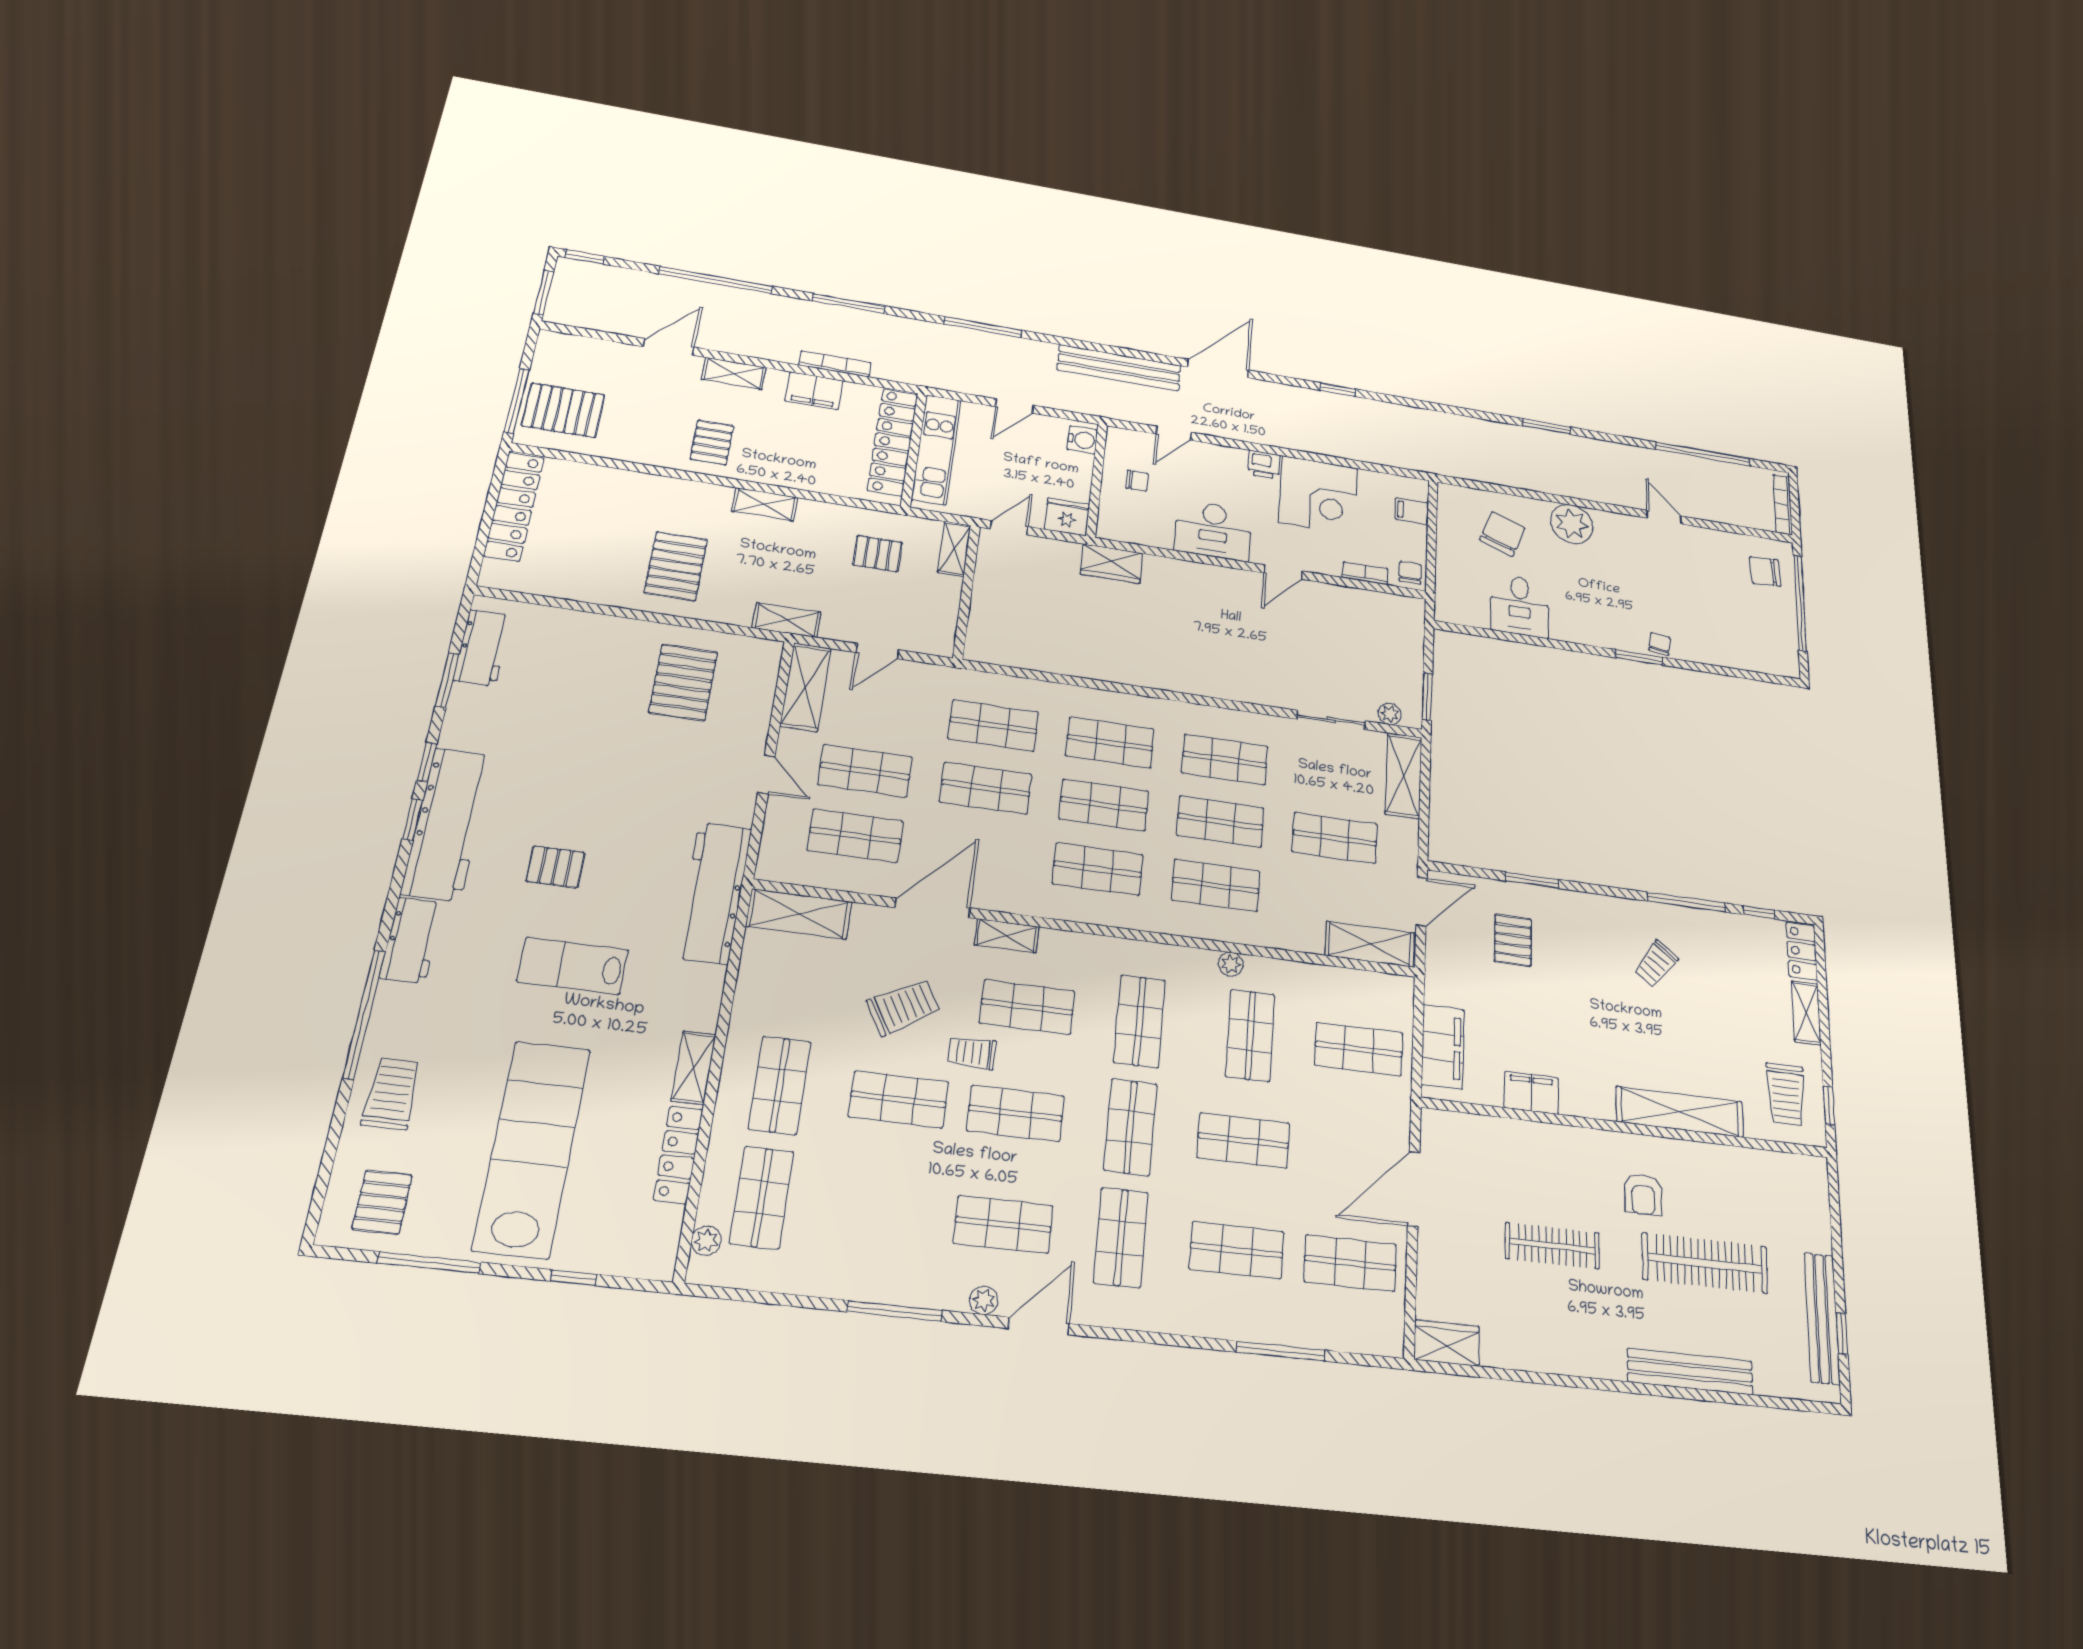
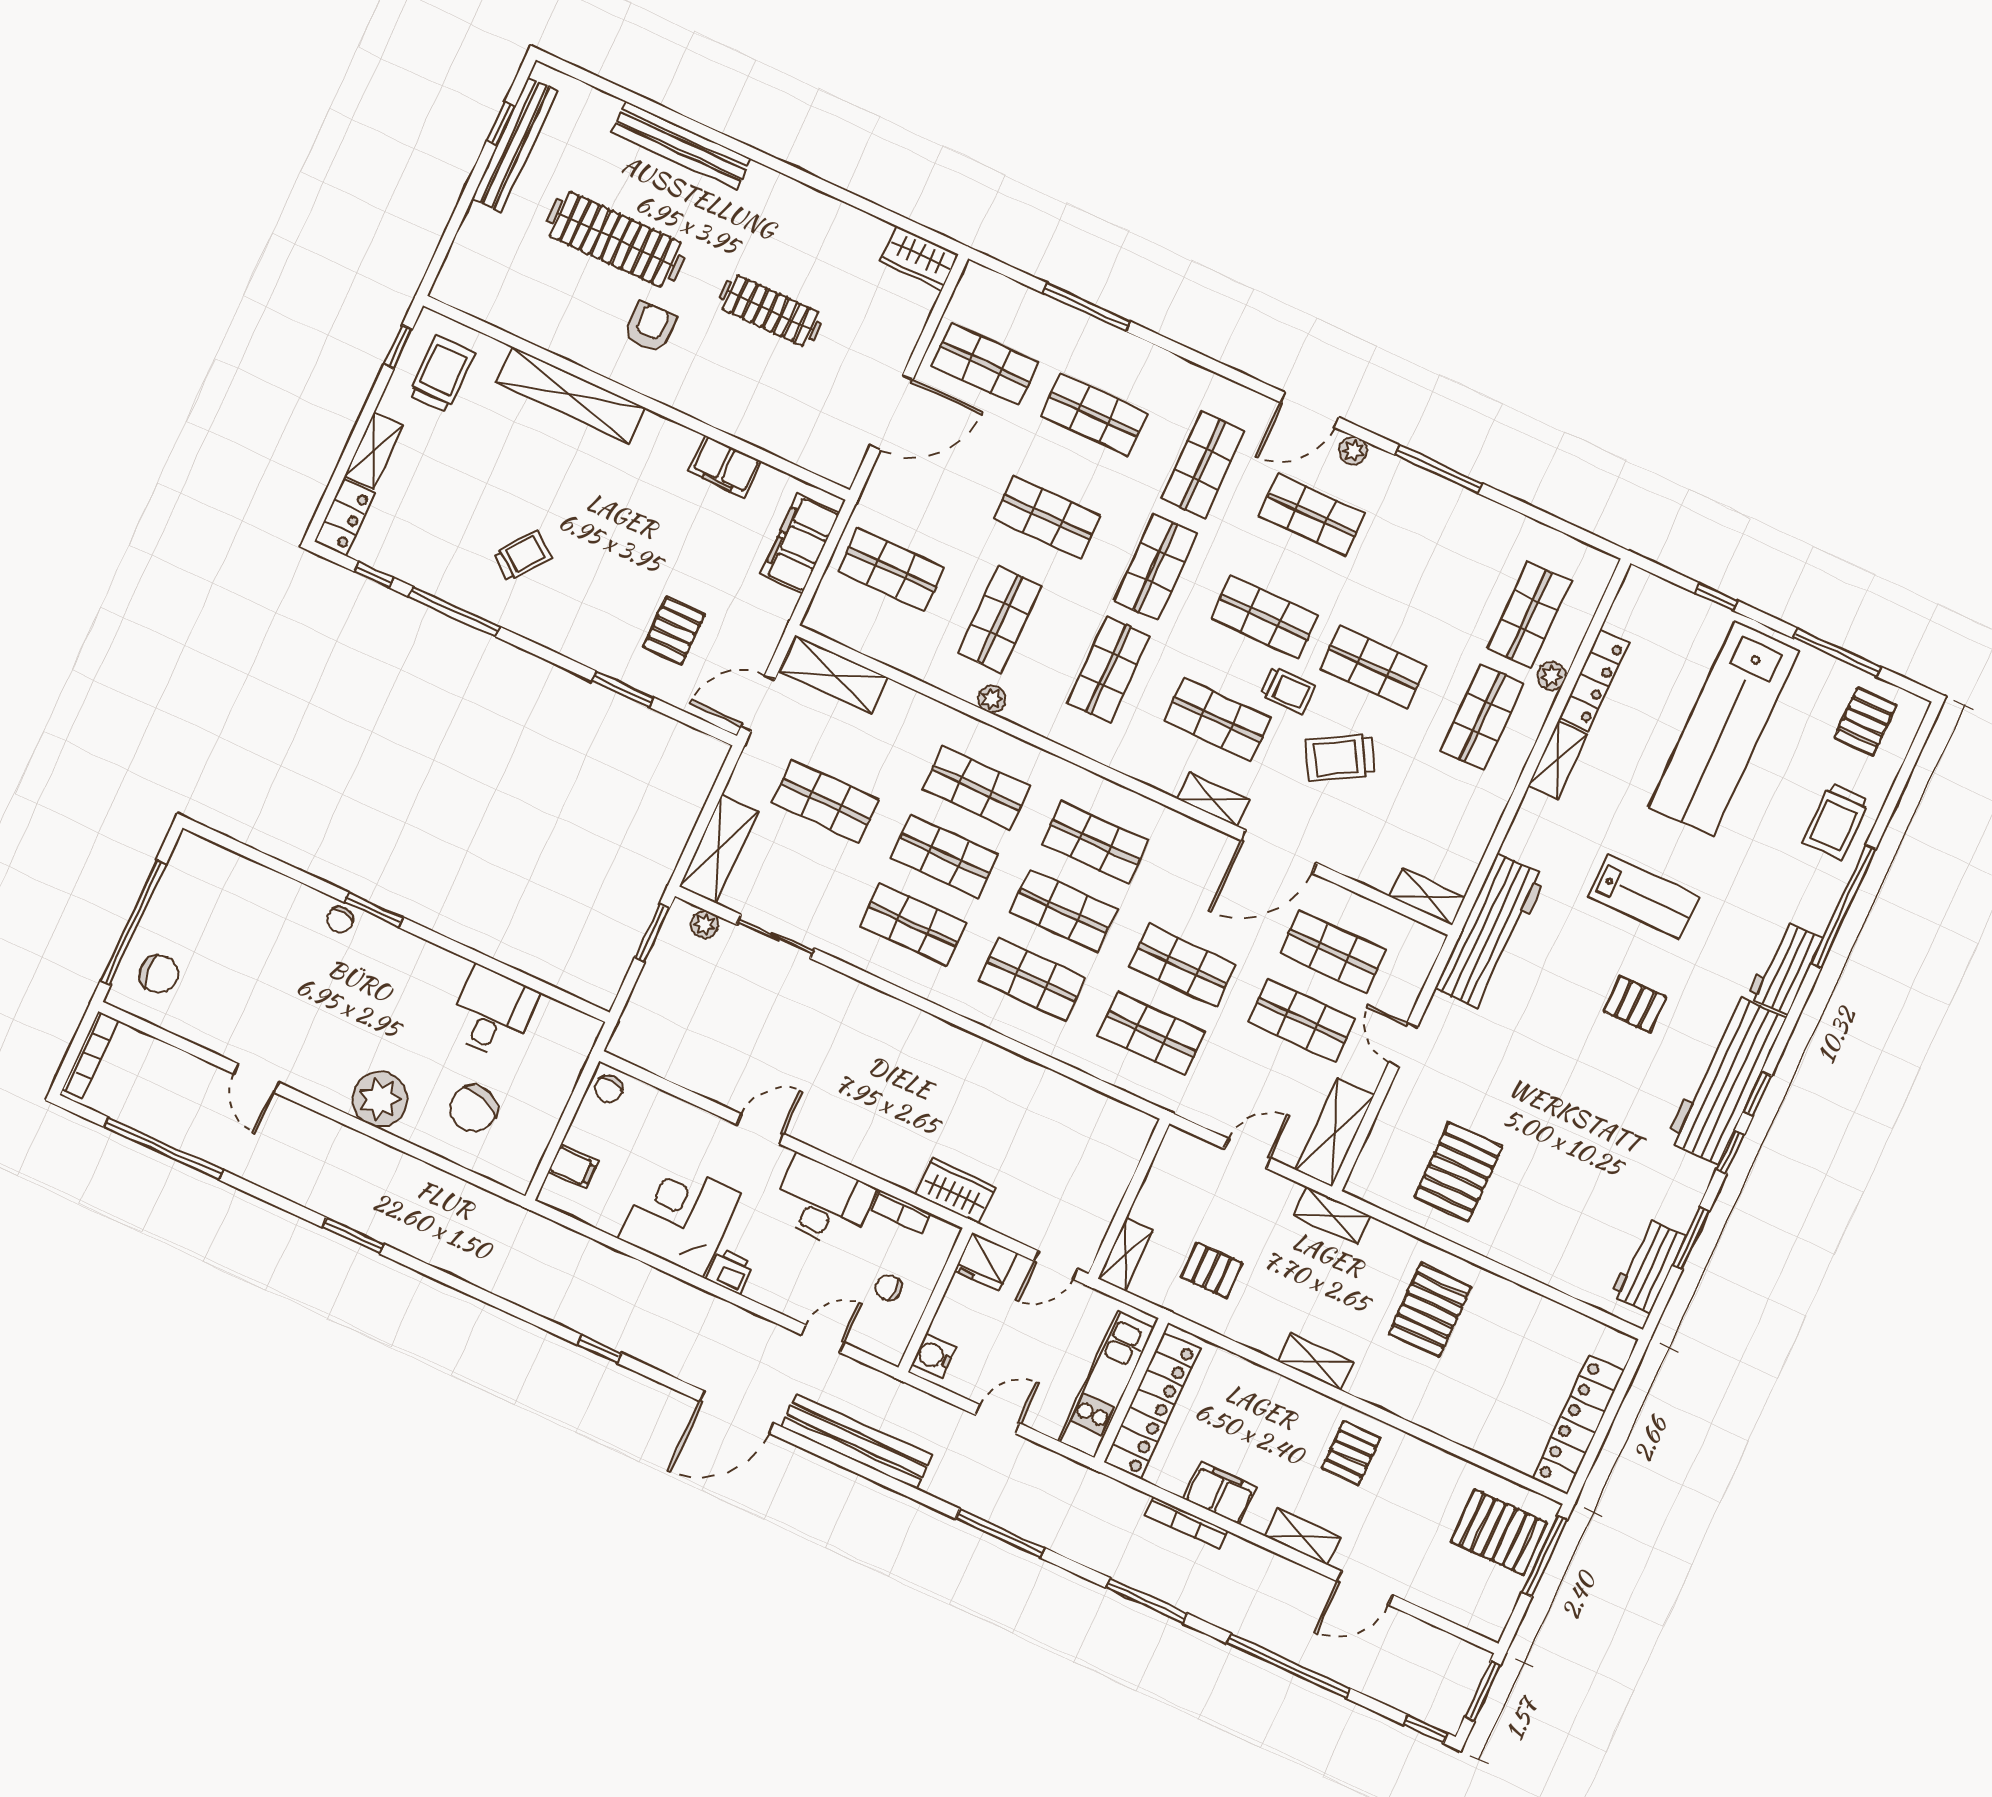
bookcase: (1365, 573) -> (901, 1212), moved
shelving: (799, 914) -> (1427, 897), width x0.67, depth x0.75
plant: (706, 1241) -> (1552, 676), moved

